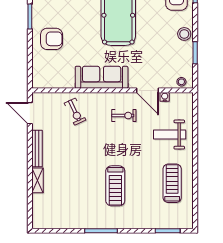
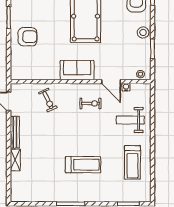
sofa: (102, 77) -> (77, 70), width x0.73
treadmill: (172, 183) -> (132, 162), turned 180
treadmill: (115, 186) -> (83, 165), turned -90

